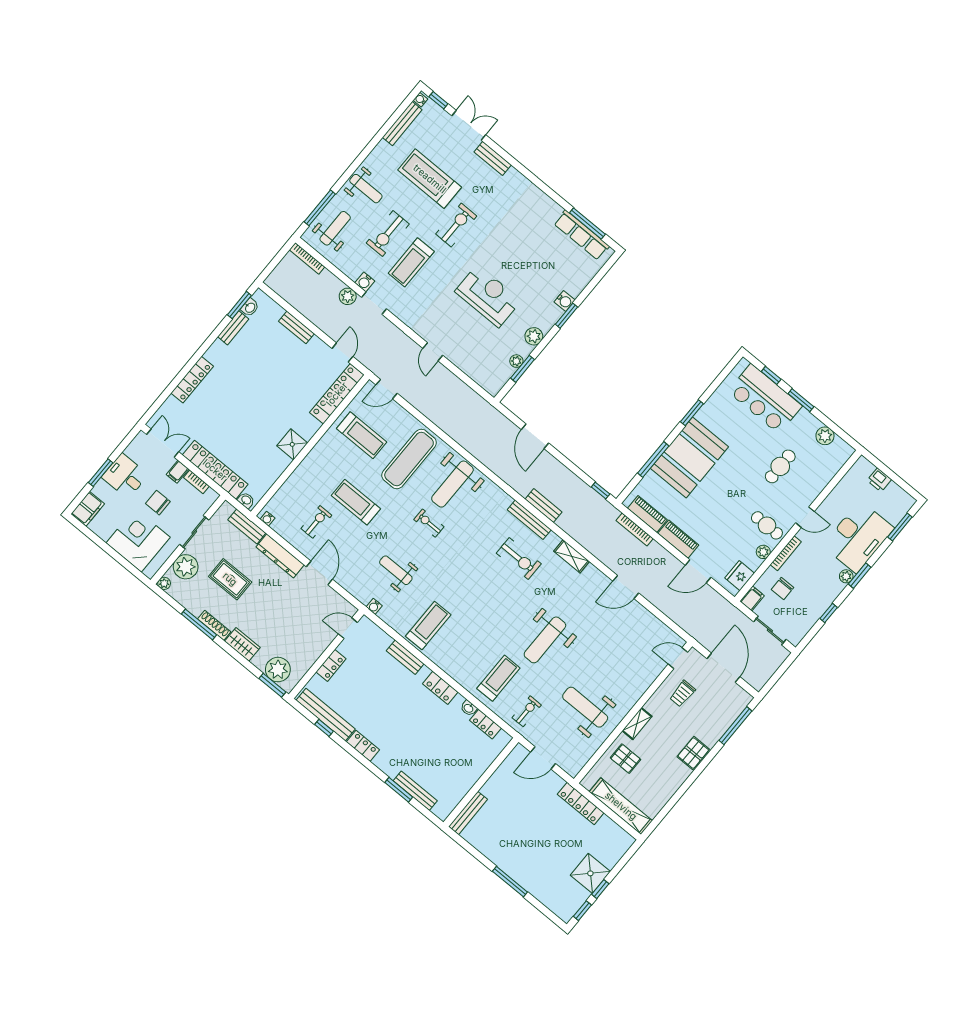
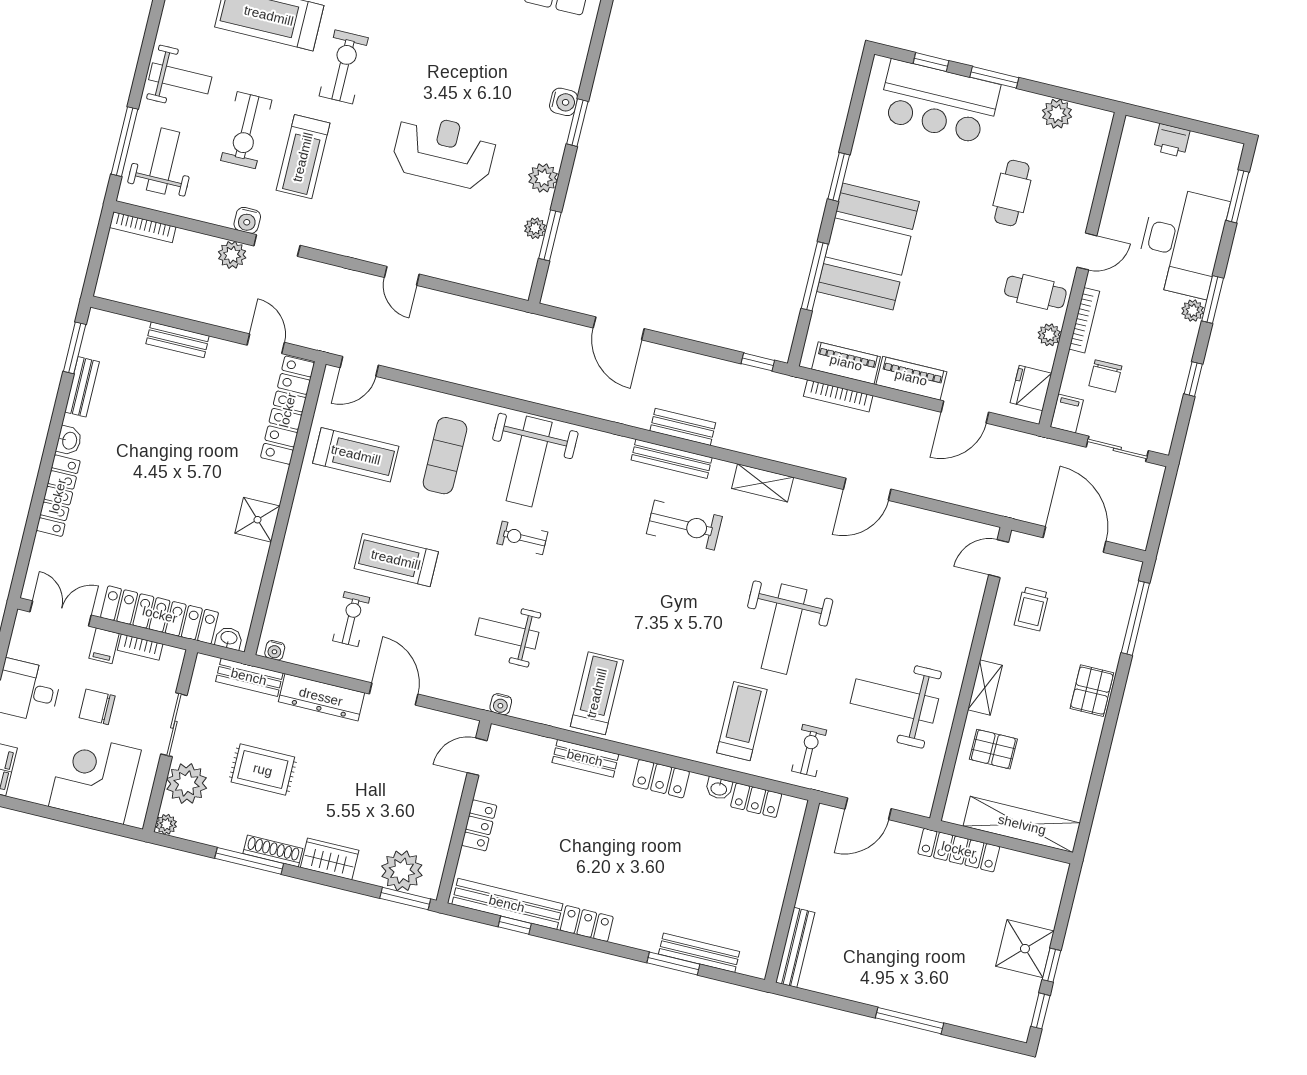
washbasin: (250, 307) -> (69, 441), moved
exercise mat: (409, 459) -> (445, 456), width x0.73, depth x0.69

